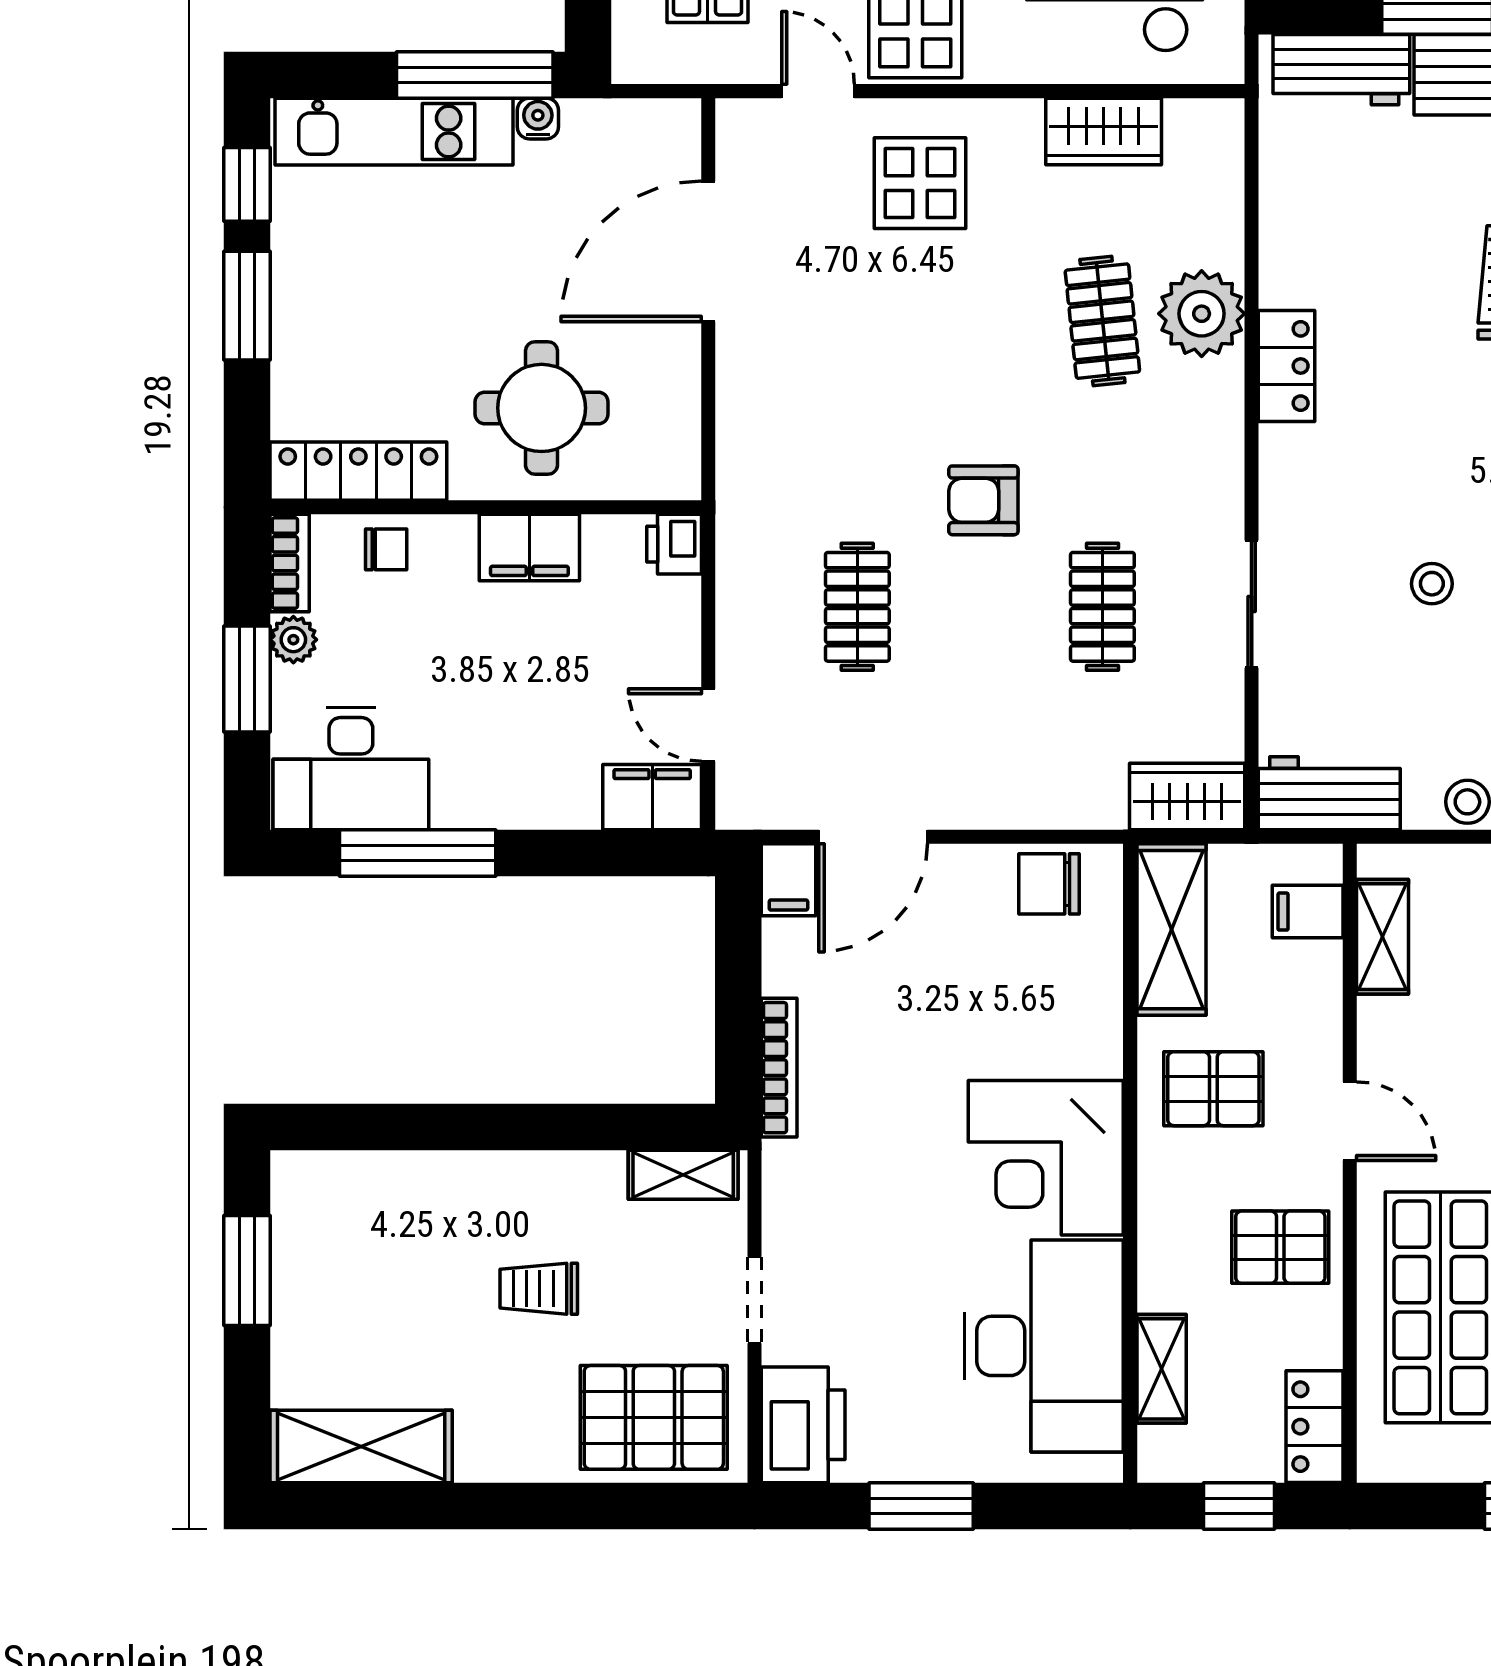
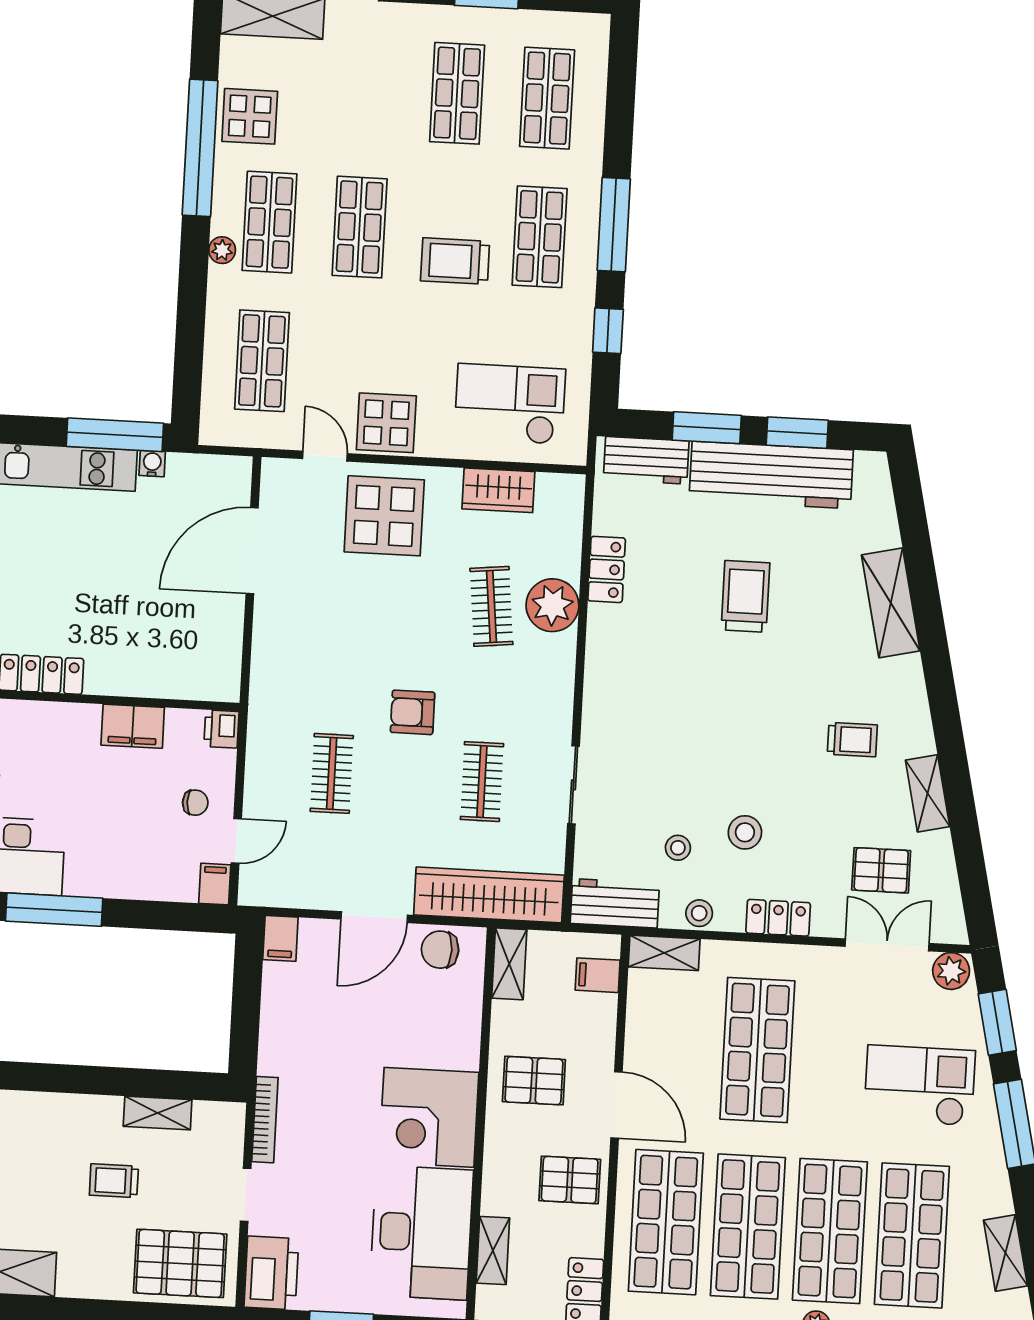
display table: (920, 183) -> (384, 516), width x1.36, depth x1.36
locker: (1287, 366) -> (607, 569), moved
round table: (542, 408) -> (145, 641), removed
chair: (386, 549) -> (195, 803), moved
stool: (1432, 584) -> (678, 848), moved
door: (708, 725) -> (236, 841), swing flipped
wardrobe: (1187, 796) -> (489, 895), width x2.10, depth x1.17
filing cabinet: (652, 797) -> (215, 884), width x0.50
door: (873, 837) -> (374, 917), moved
shelving: (1171, 930) -> (509, 964), width x0.67, depth x0.75
shelving: (1383, 937) -> (664, 953), moved, turned 90
bookcase: (779, 1068) -> (265, 1120), moved
door: (1350, 1121) -> (616, 1105), width x1.38
shelving: (683, 1175) -> (158, 1113), moved

